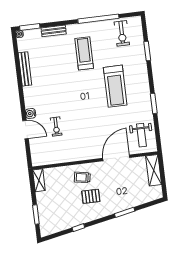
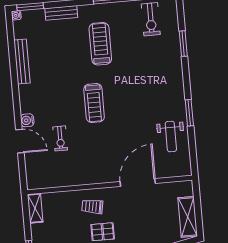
treadmill: (115, 86) -> (94, 103), moved, width x0.73, depth x0.73
weight bench: (141, 135) -> (171, 137), moved
shelving: (154, 170) -> (188, 217), moved

